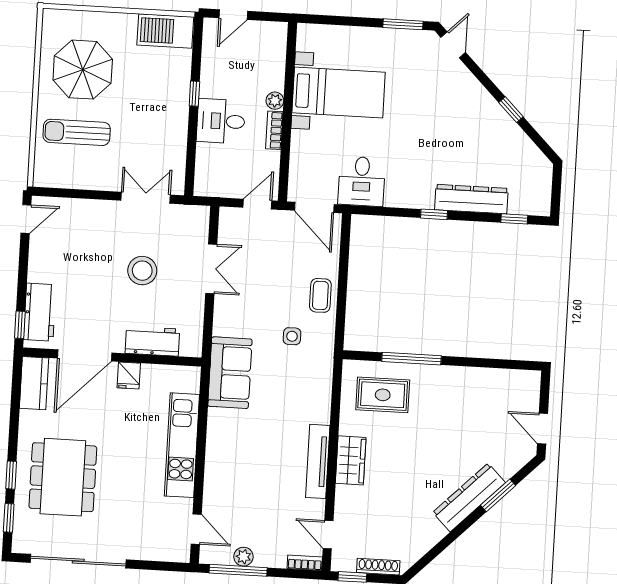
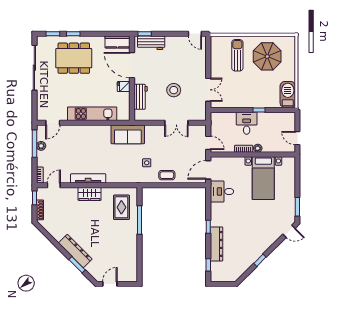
door: (233, 15) -> (297, 138), moved

